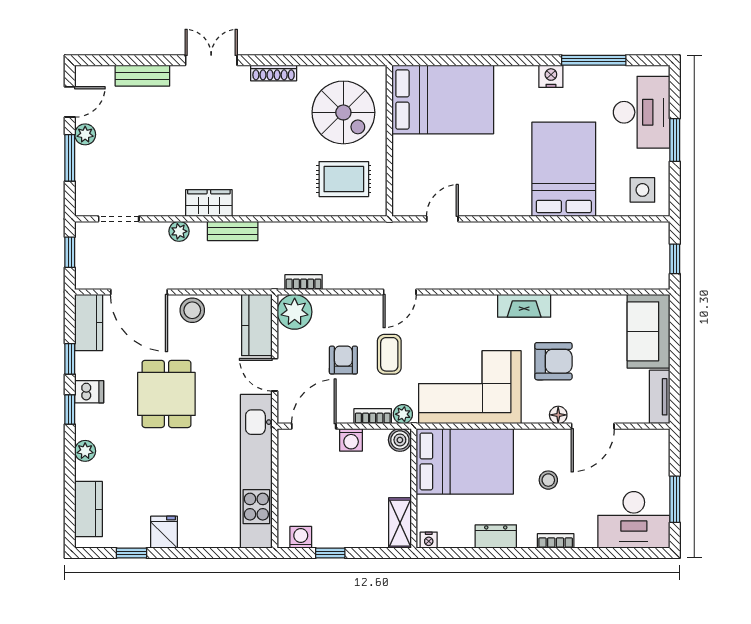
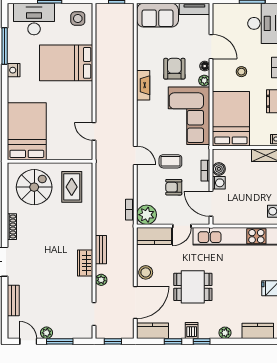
plant: (403, 414) -> (204, 80), moved
boiler: (400, 440) -> (219, 169), moved

